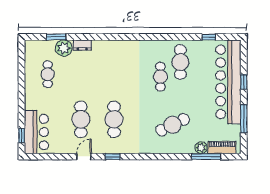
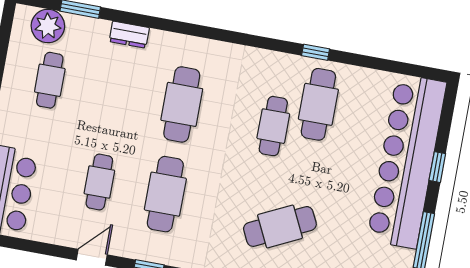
window: (209, 37) -> (316, 52), moved
plant: (64, 48) -> (48, 26), moved
cafe table: (114, 74) -> (182, 104), added
cafe table: (81, 119) -> (99, 182), width x0.73, depth x0.74

